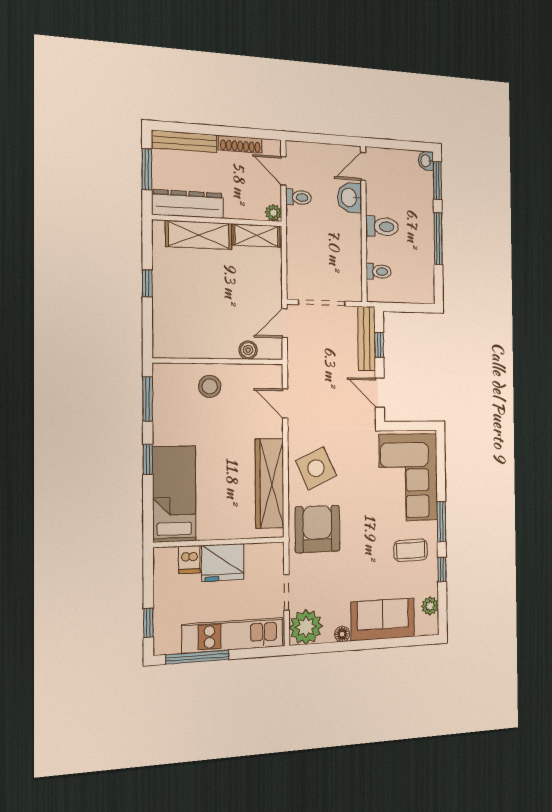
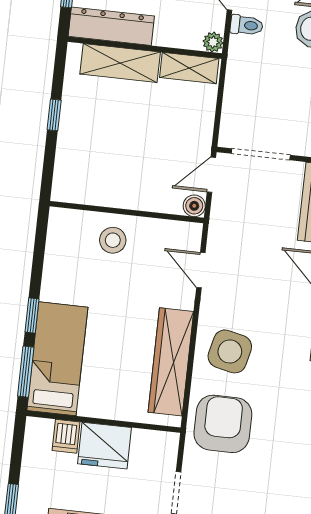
boiler: (248, 350) -> (194, 206), moved
window: (148, 399) -> (26, 372), moved
side table: (316, 468) -> (230, 351), turned 38

